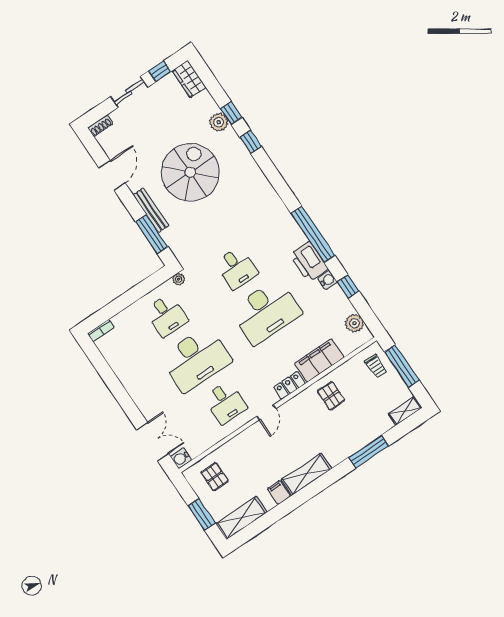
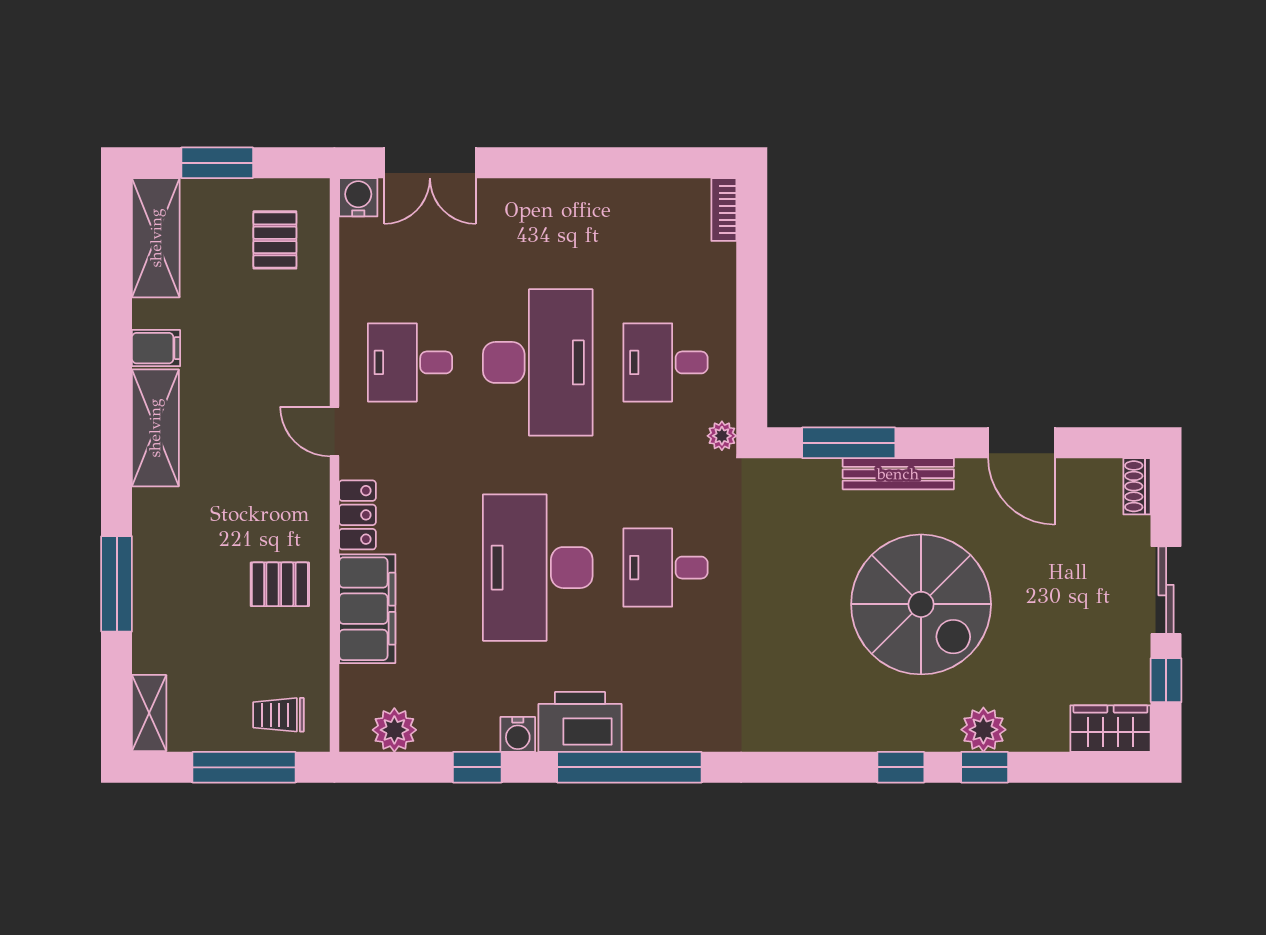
desk: (196, 359) -> (538, 362), turned 180
pallet: (215, 477) -> (275, 240), turned 90

